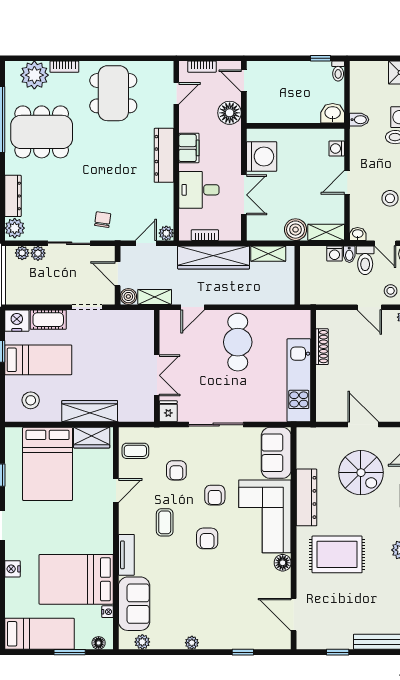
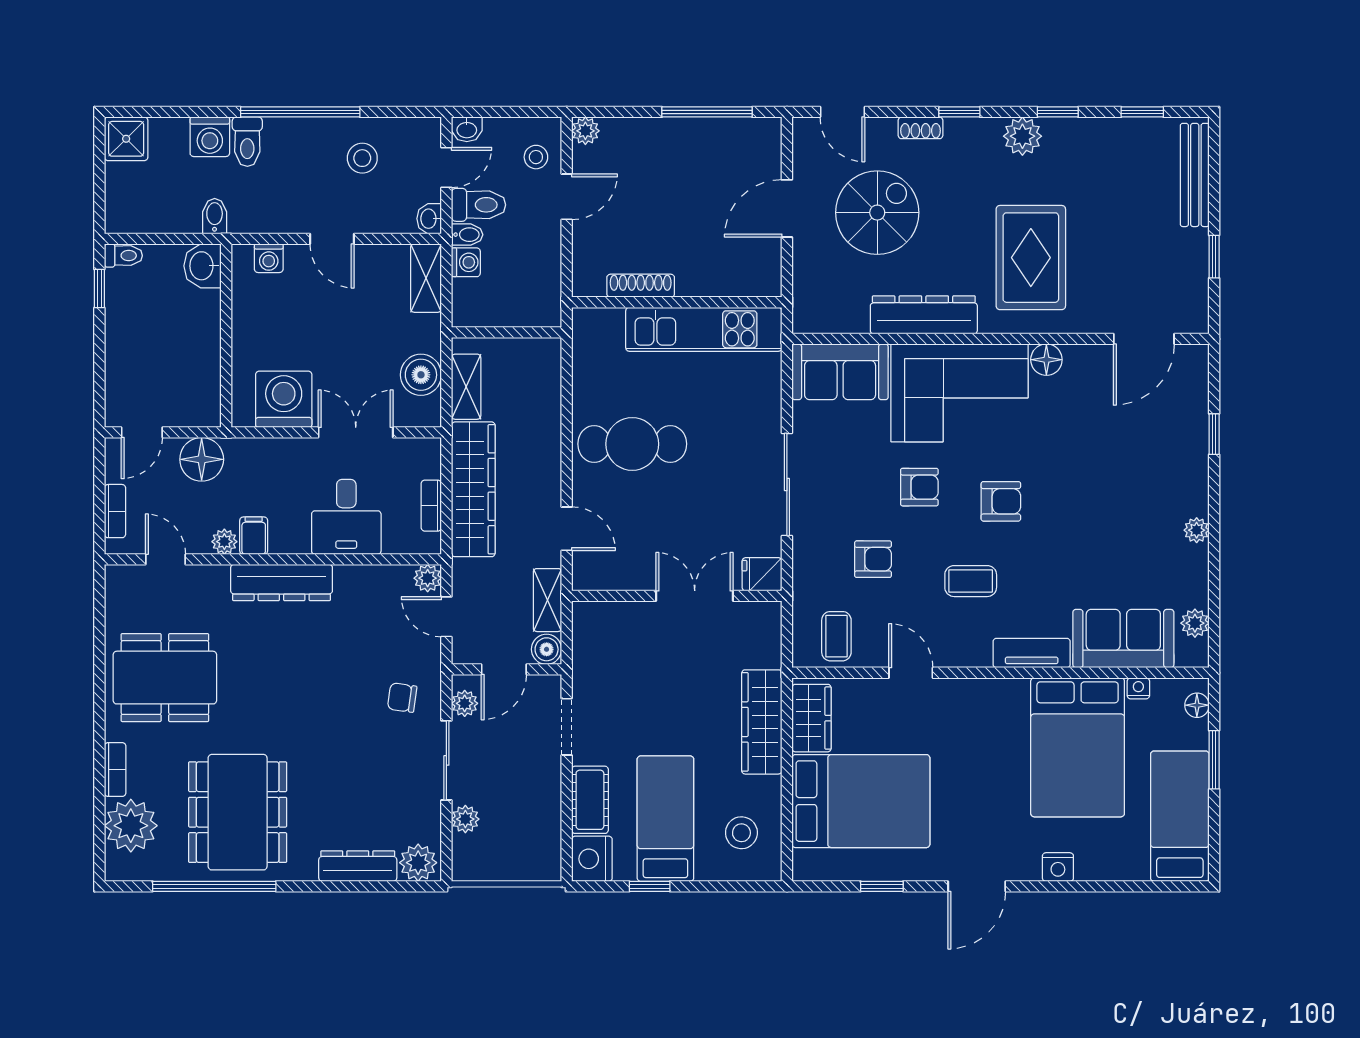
plant: (186, 125) -> (224, 542), added
filing cabinet: (189, 148) -> (254, 536), width x0.50
boiler: (296, 230) -> (421, 375), moved
plant: (22, 253) -> (465, 703), moved

